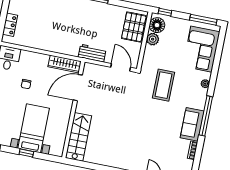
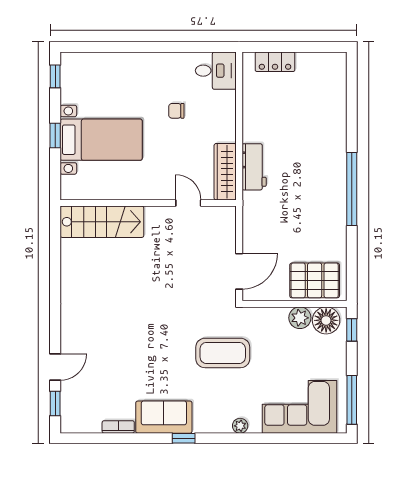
workbench: (92, 53) -> (254, 167), moved
door: (78, 88) -> (188, 203), width x0.53
window: (206, 116) -> (184, 438), width x0.32

